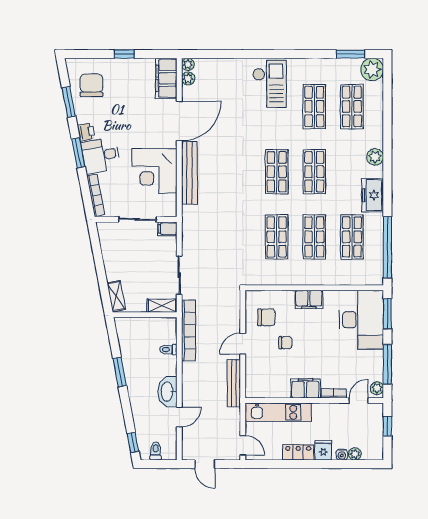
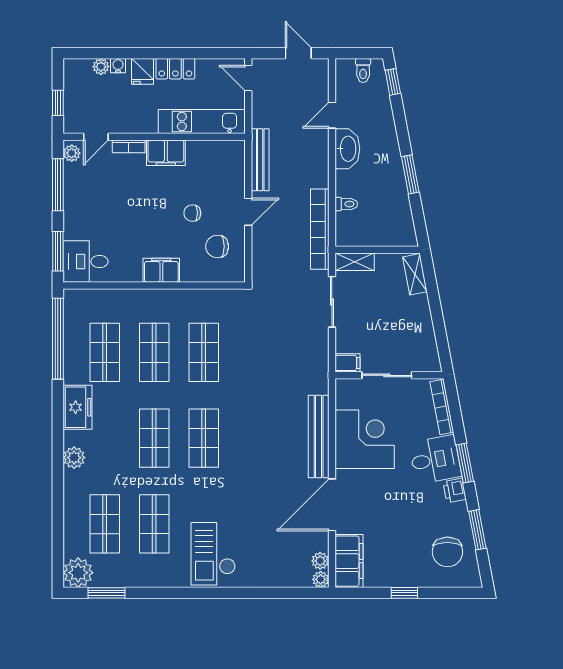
desk: (361, 320) -> (86, 261), width x0.53, depth x0.77

